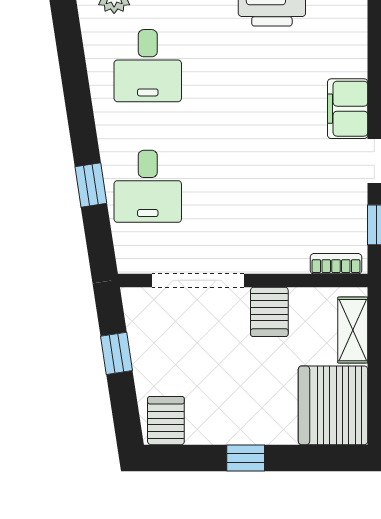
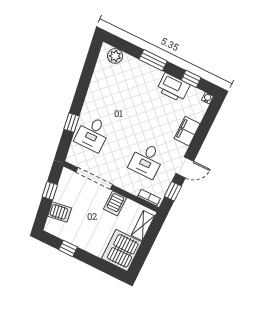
desk: (148, 66) -> (147, 160), moved
filing cabinet: (348, 109) -> (187, 131), moved
server rack: (166, 421) -> (60, 212), moved, turned 81
window: (246, 458) -> (68, 248), moved

